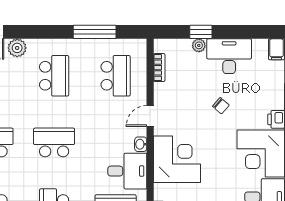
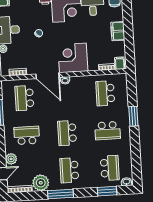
school desk: (116, 76) -> (24, 98), turned -90
door: (150, 116) -> (48, 76), width x1.87
desk: (127, 171) -> (82, 88), removed

